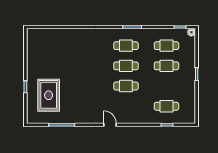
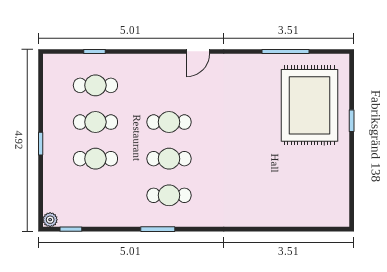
cafe table: (166, 46) -> (95, 122), moved
rug: (49, 95) -> (309, 105), width x1.37, depth x1.44
door: (110, 125) -> (198, 51), hinge flipped

